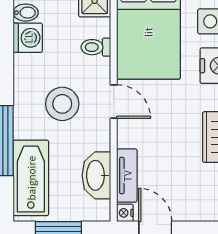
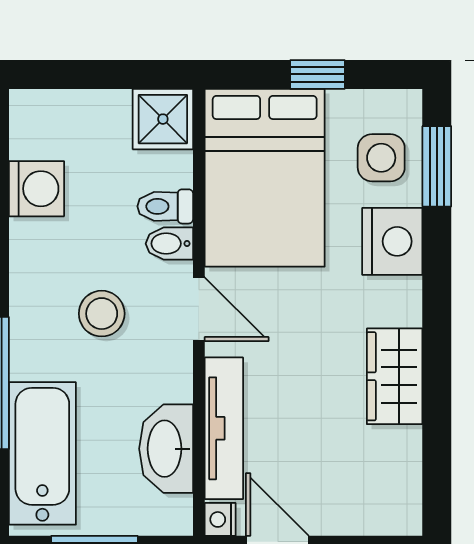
bidet: (26, 13) -> (169, 244), moved, turned 180
stool: (62, 104) -> (102, 314), width x0.73, depth x0.73
tv unit: (127, 176) -> (224, 428), width x1.41

